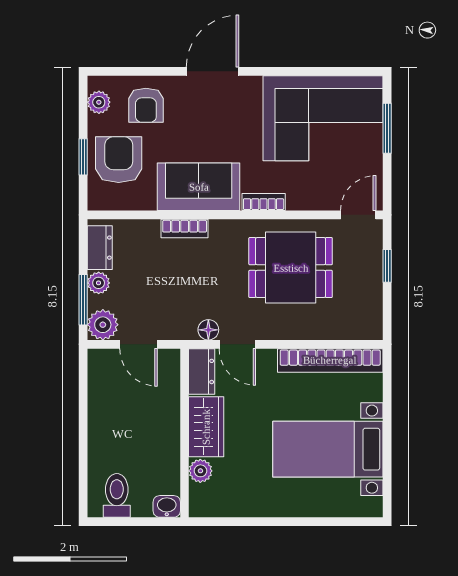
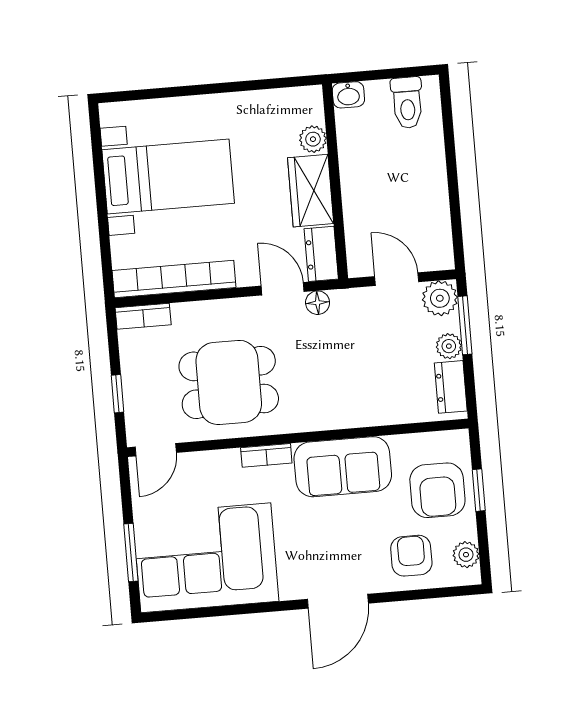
bookcase: (185, 228) -> (143, 316), moved, turned 180

